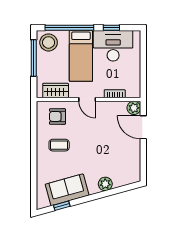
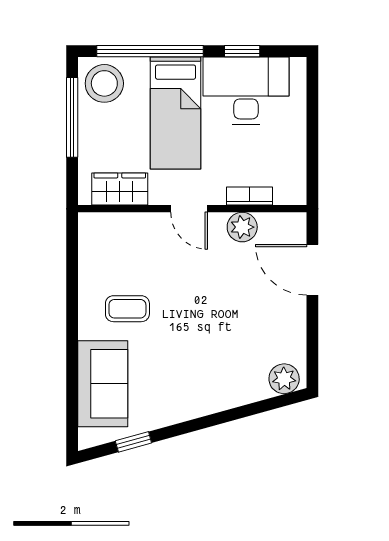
plant: (134, 108) -> (242, 227), moved
armchair: (57, 116) -> (124, 246), removed
plant: (105, 184) -> (284, 379), moved
sofa: (67, 190) -> (103, 384), moved, turned 105

